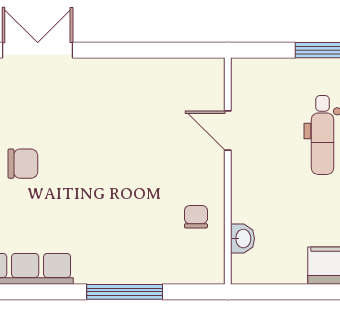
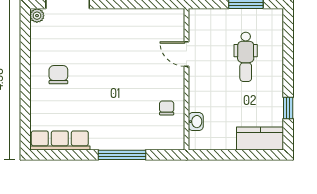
chair: (23, 164) -> (58, 75), turned -90

